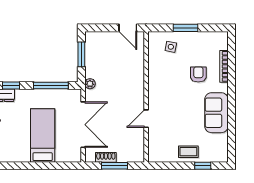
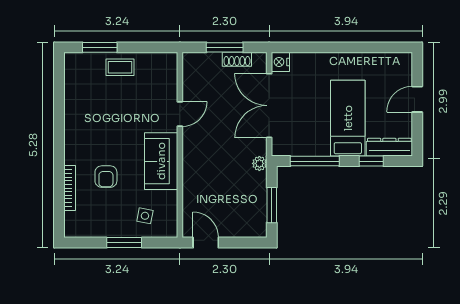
sofa: (216, 113) -> (161, 161), moved, turned 180
bed: (43, 135) -> (348, 118), moved, turned 180
nightstand: (75, 155) -> (280, 62), added
window: (203, 166) -> (100, 47), width x1.50

